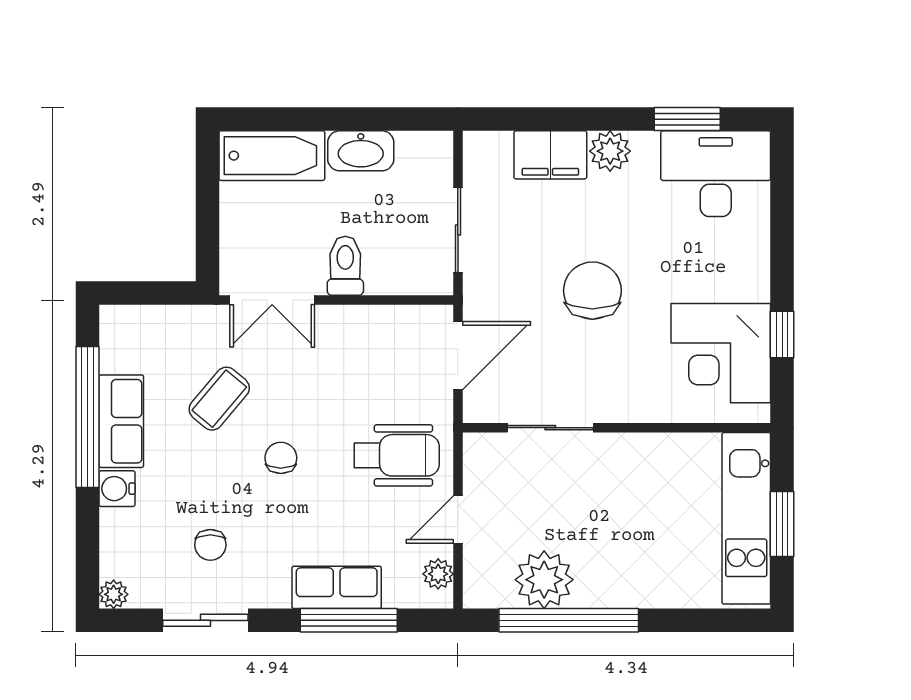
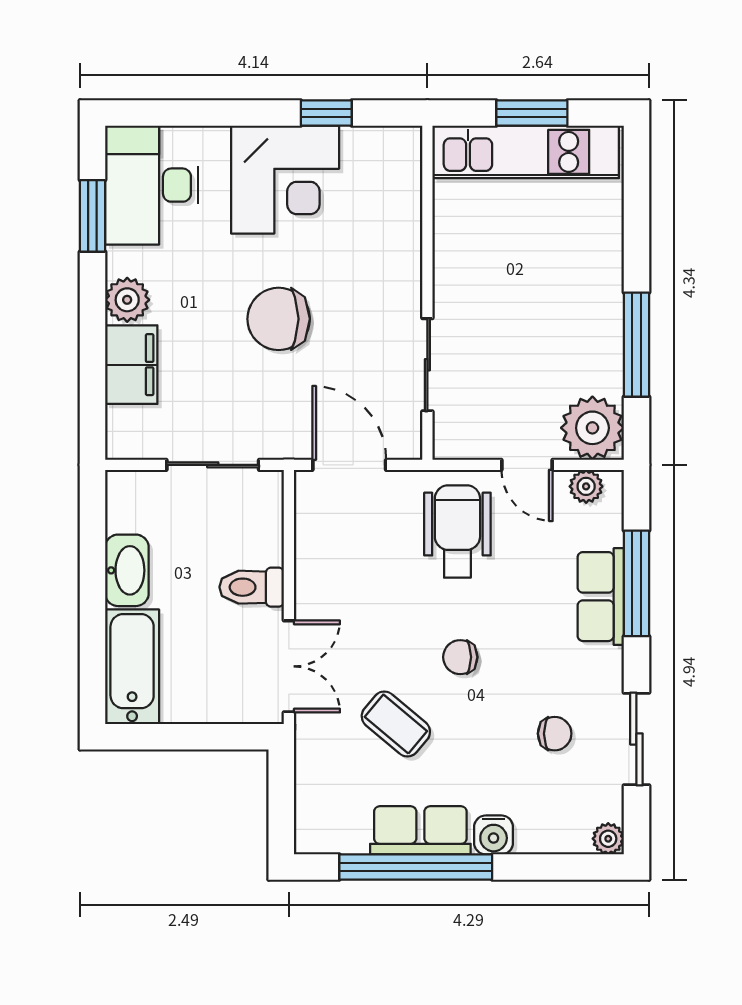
corner desk: (721, 353) -> (285, 180), moved
plant: (544, 580) -> (592, 428), moved
window: (569, 620) -> (636, 345), width x0.68

